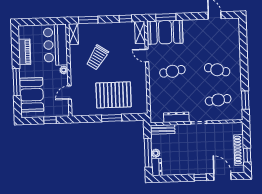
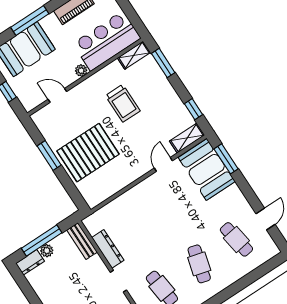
trolley: (97, 57) -> (123, 103), turned -123
cafe table: (172, 71) -> (236, 239), moved
pallet: (114, 95) -> (88, 153), turned 90
window: (112, 118) -> (49, 155), moved

